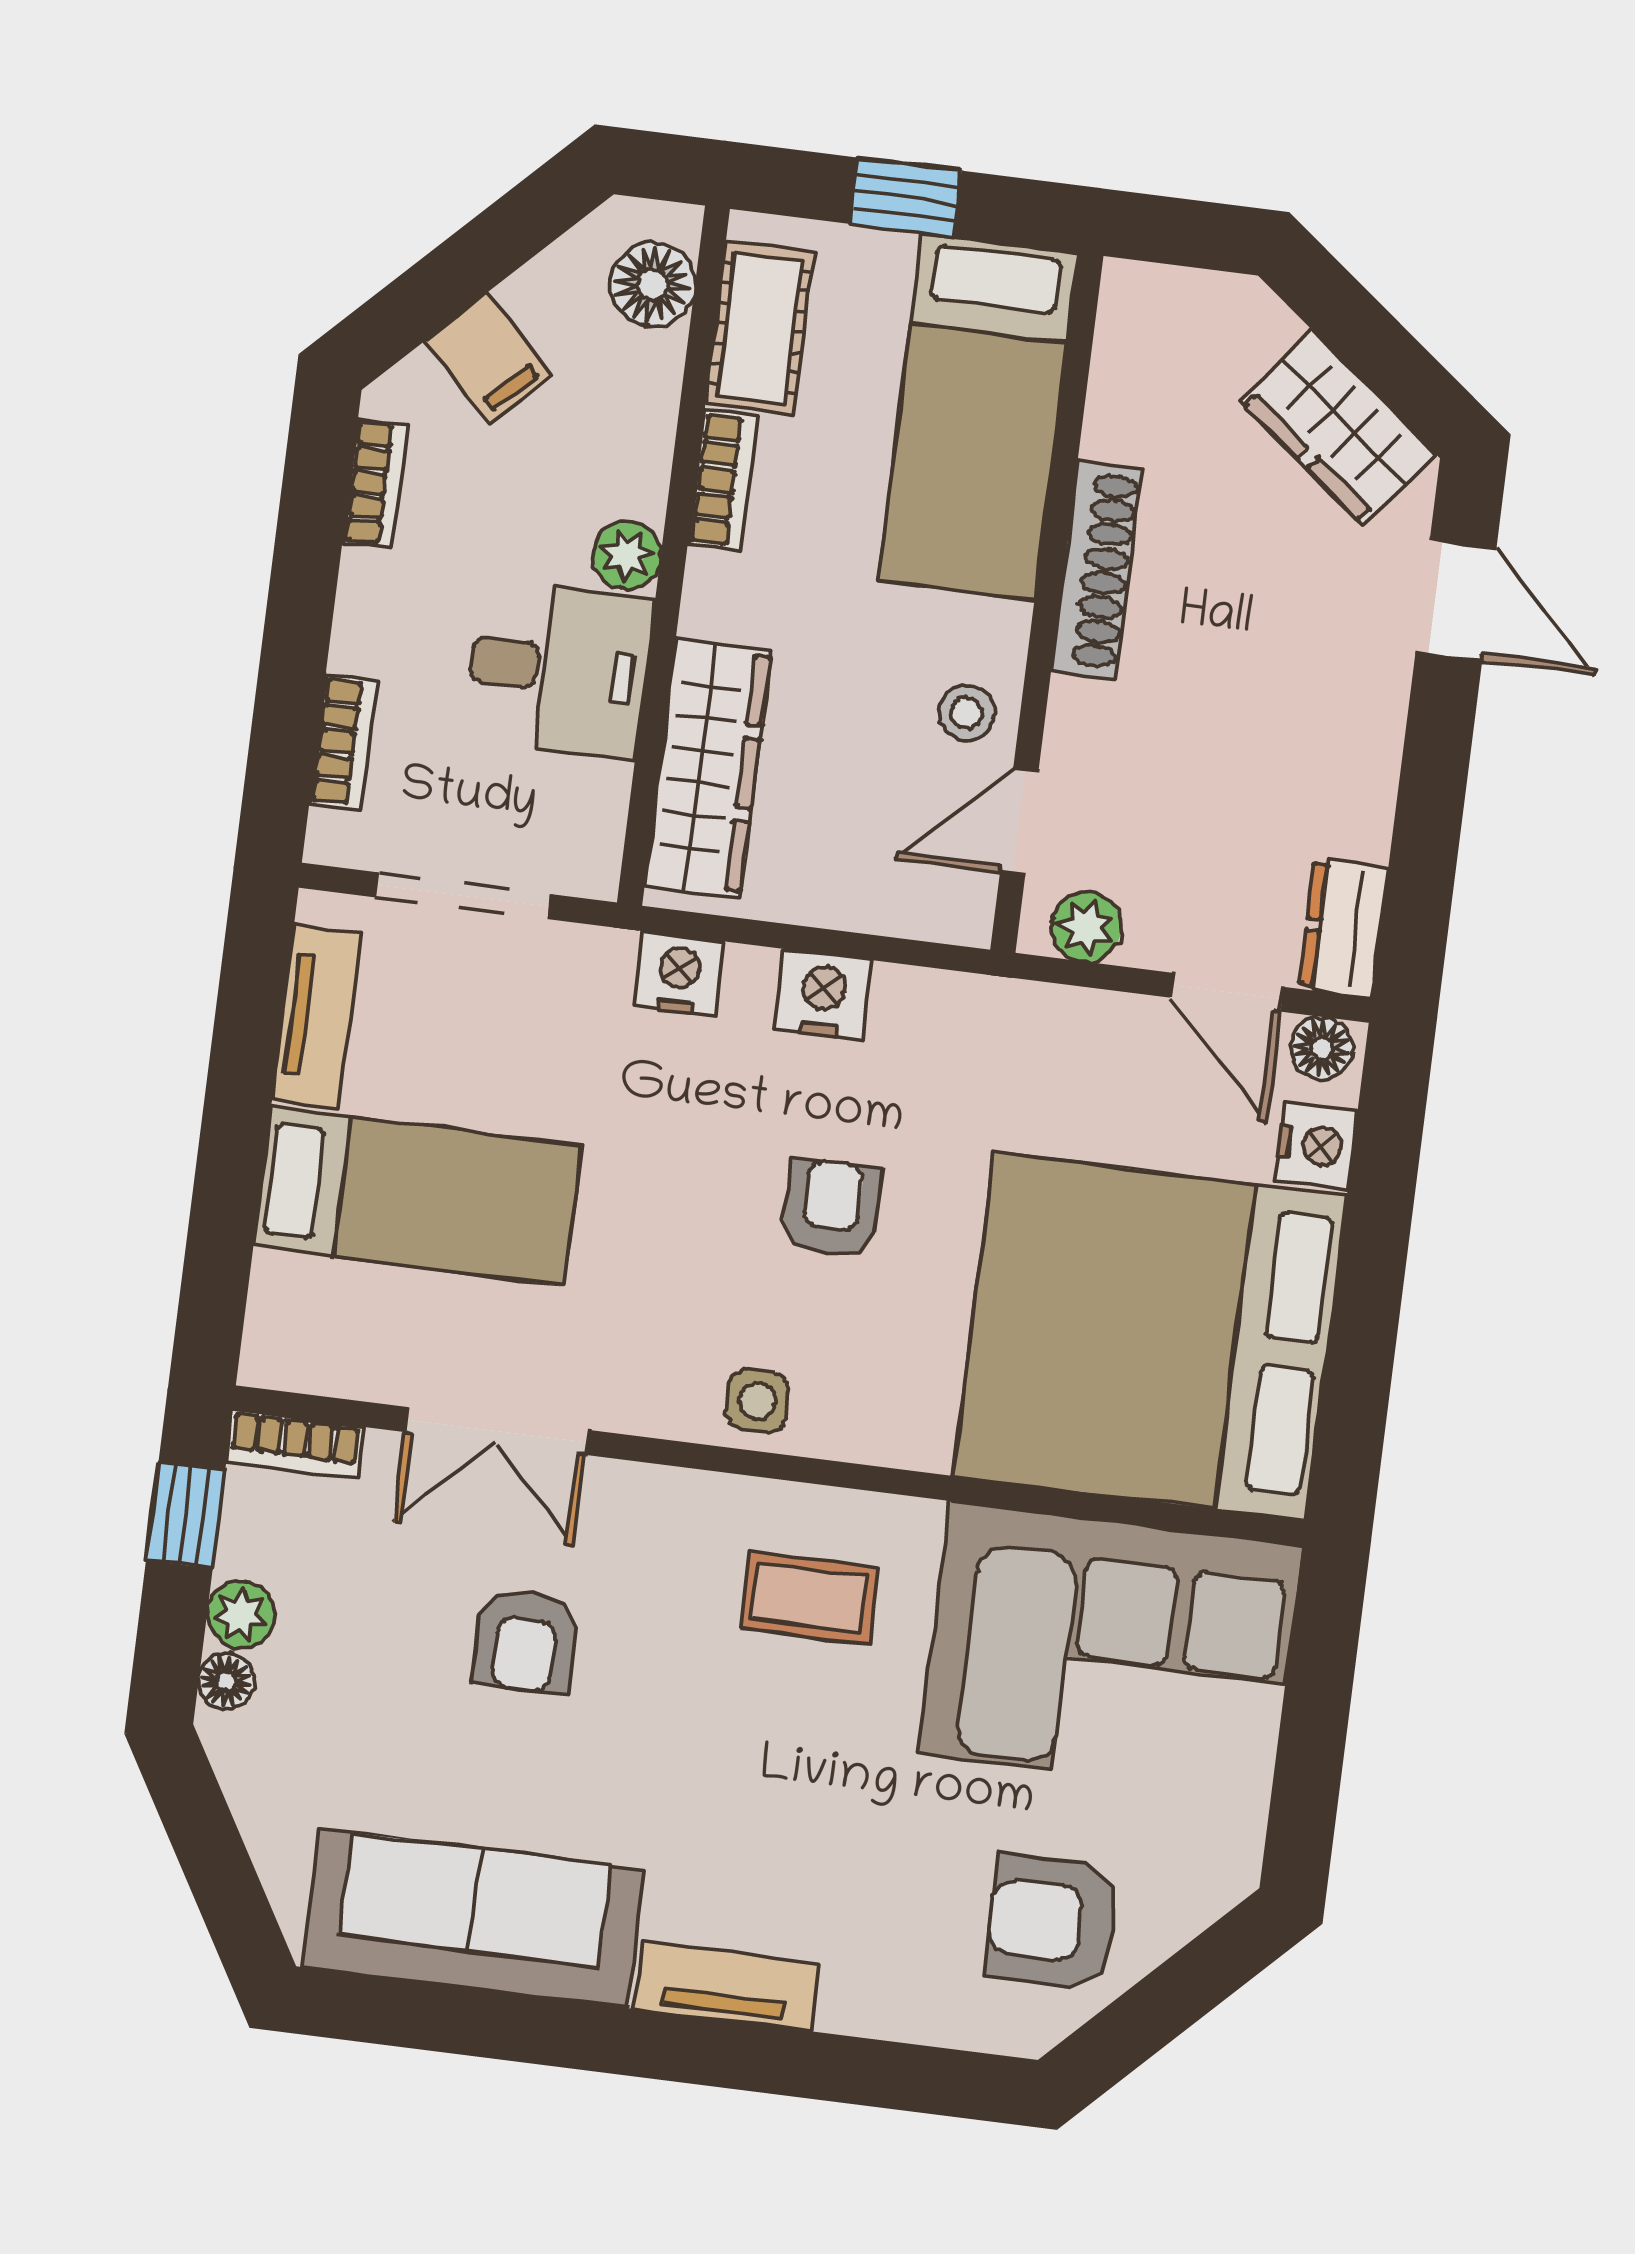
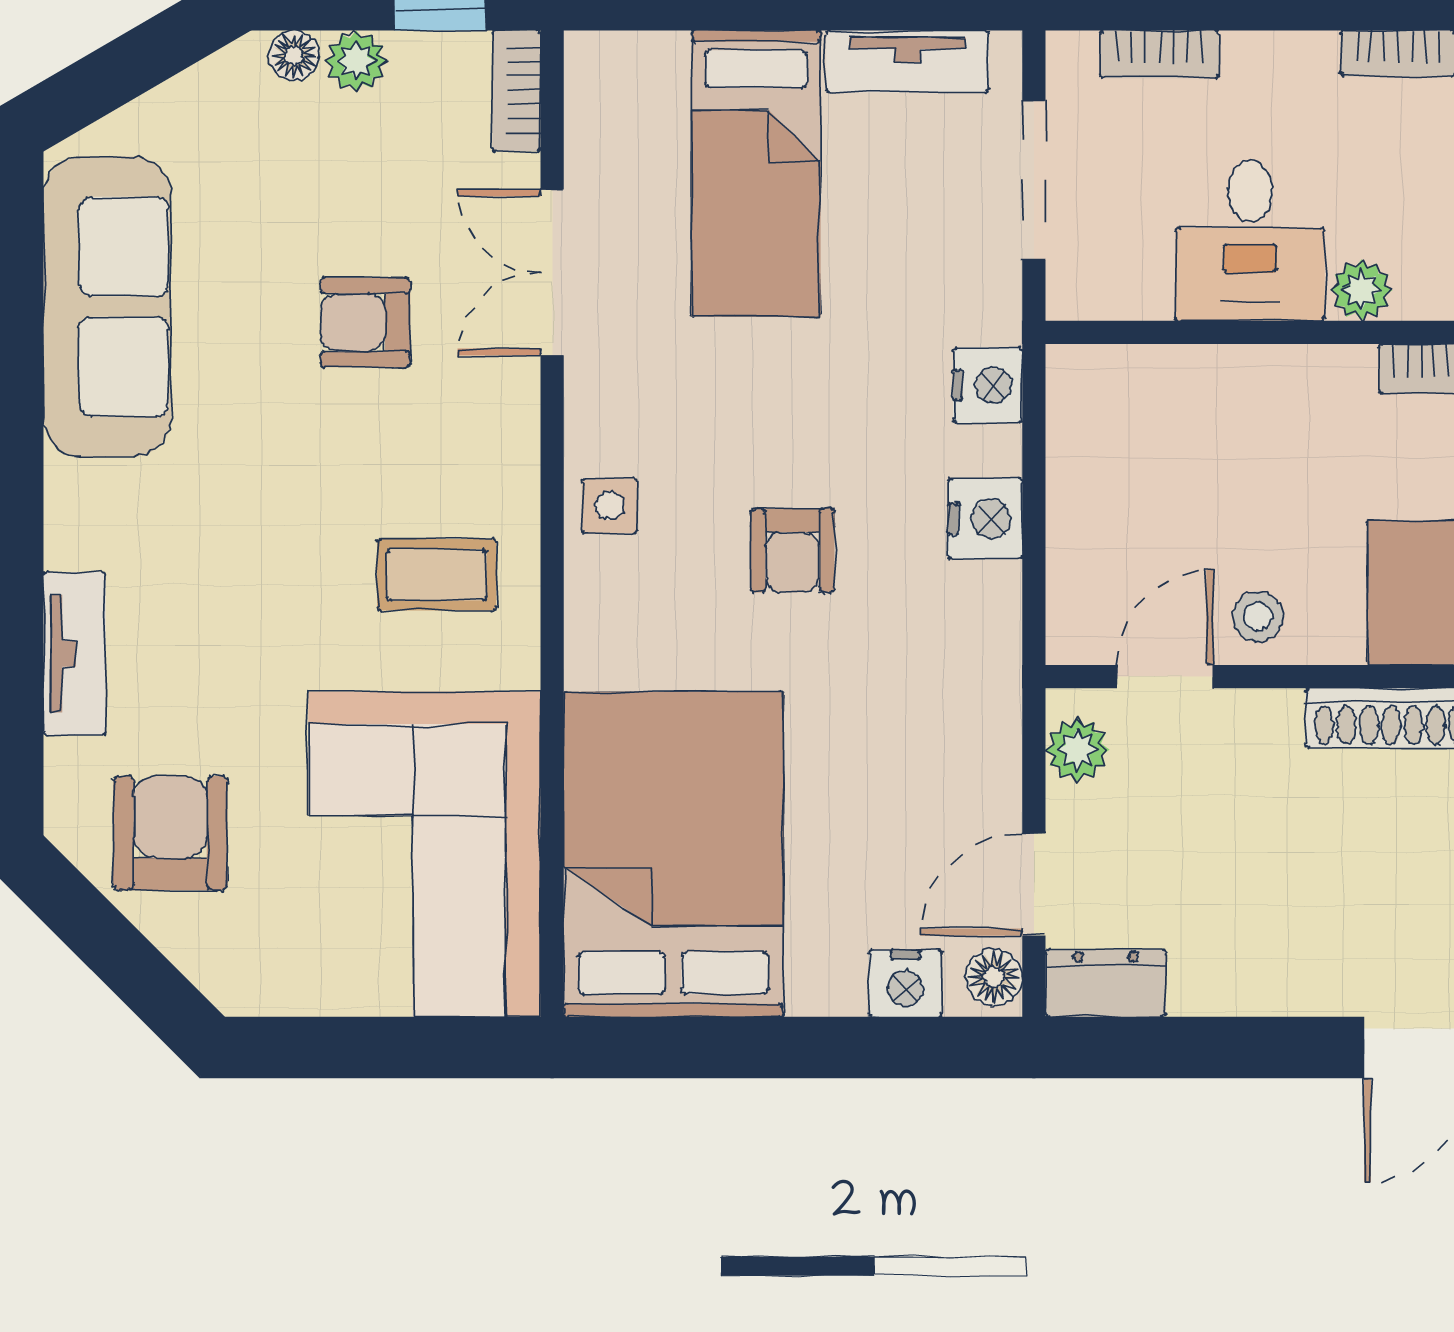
wardrobe: (708, 768) -> (1178, 388), removed
door: (1019, 821) -> (1165, 677), hinge flipped
armchair: (831, 1208) -> (793, 551), turned 90
bed: (1150, 1336) -> (673, 854), width x0.73
coffee table: (809, 1598) -> (437, 575), turned 90
tv unit: (726, 1986) -> (75, 654), moved

